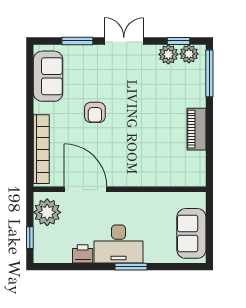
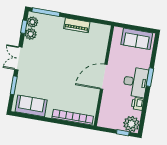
armchair: (95, 112) -> (57, 82), removed
door: (86, 189) -> (104, 77), moved
plant: (47, 212) -> (131, 124), moved

